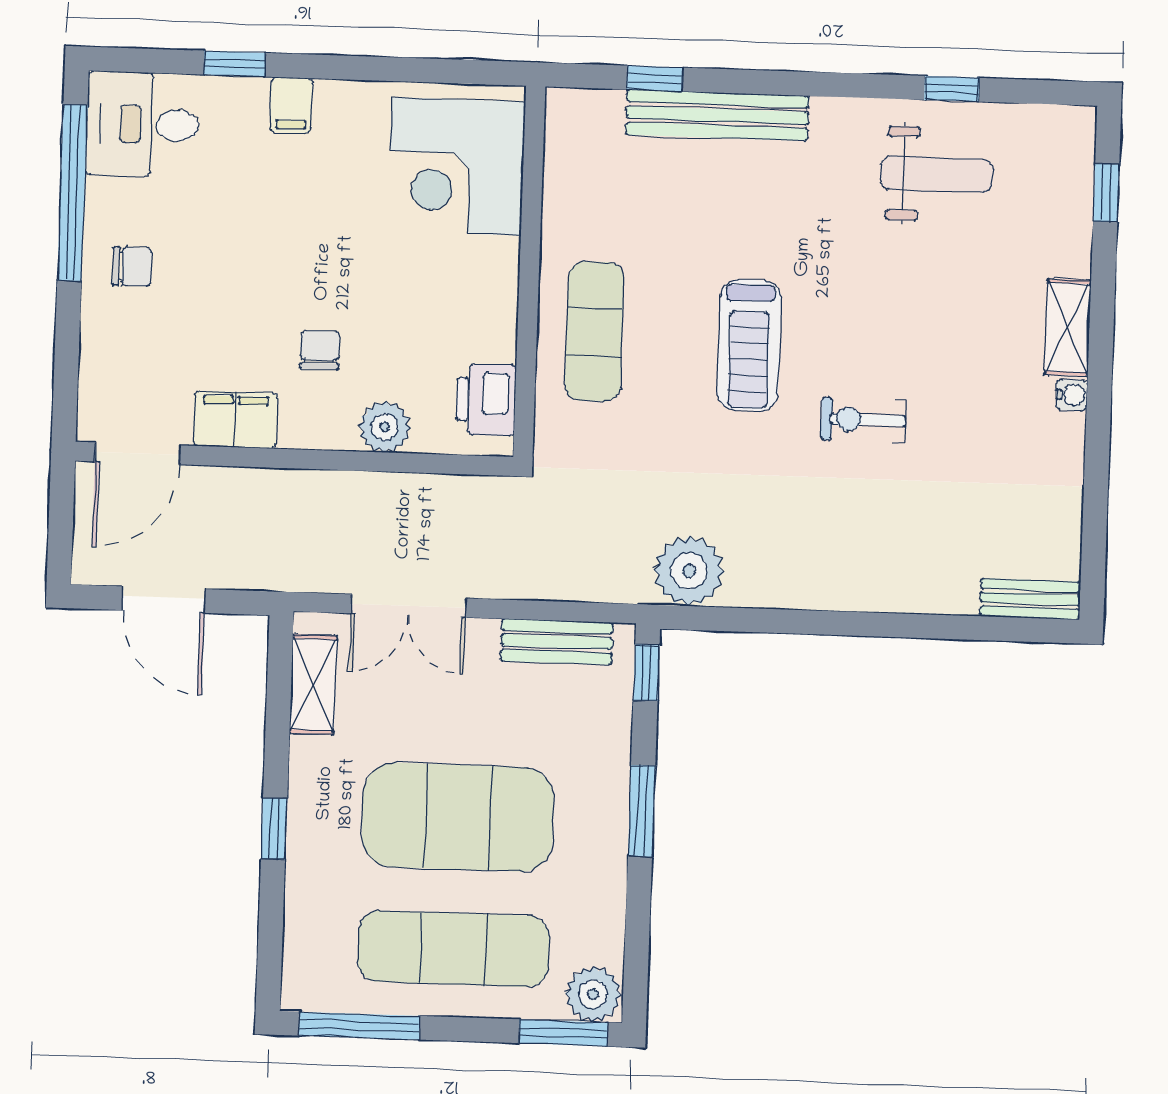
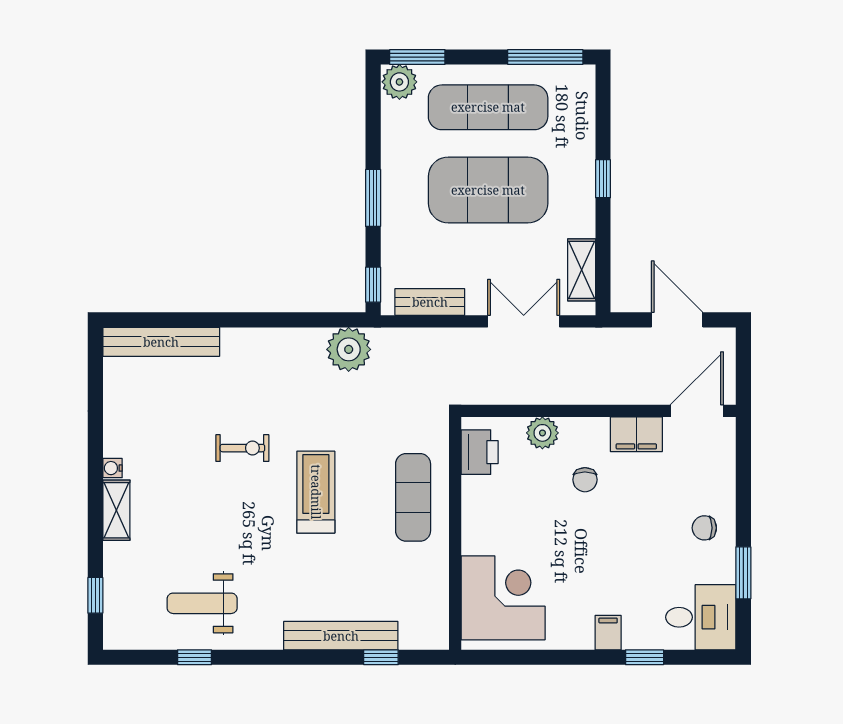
window: (72, 193) -> (743, 573), width x0.47
bench: (1030, 599) -> (161, 342), width x1.86, depth x1.21

